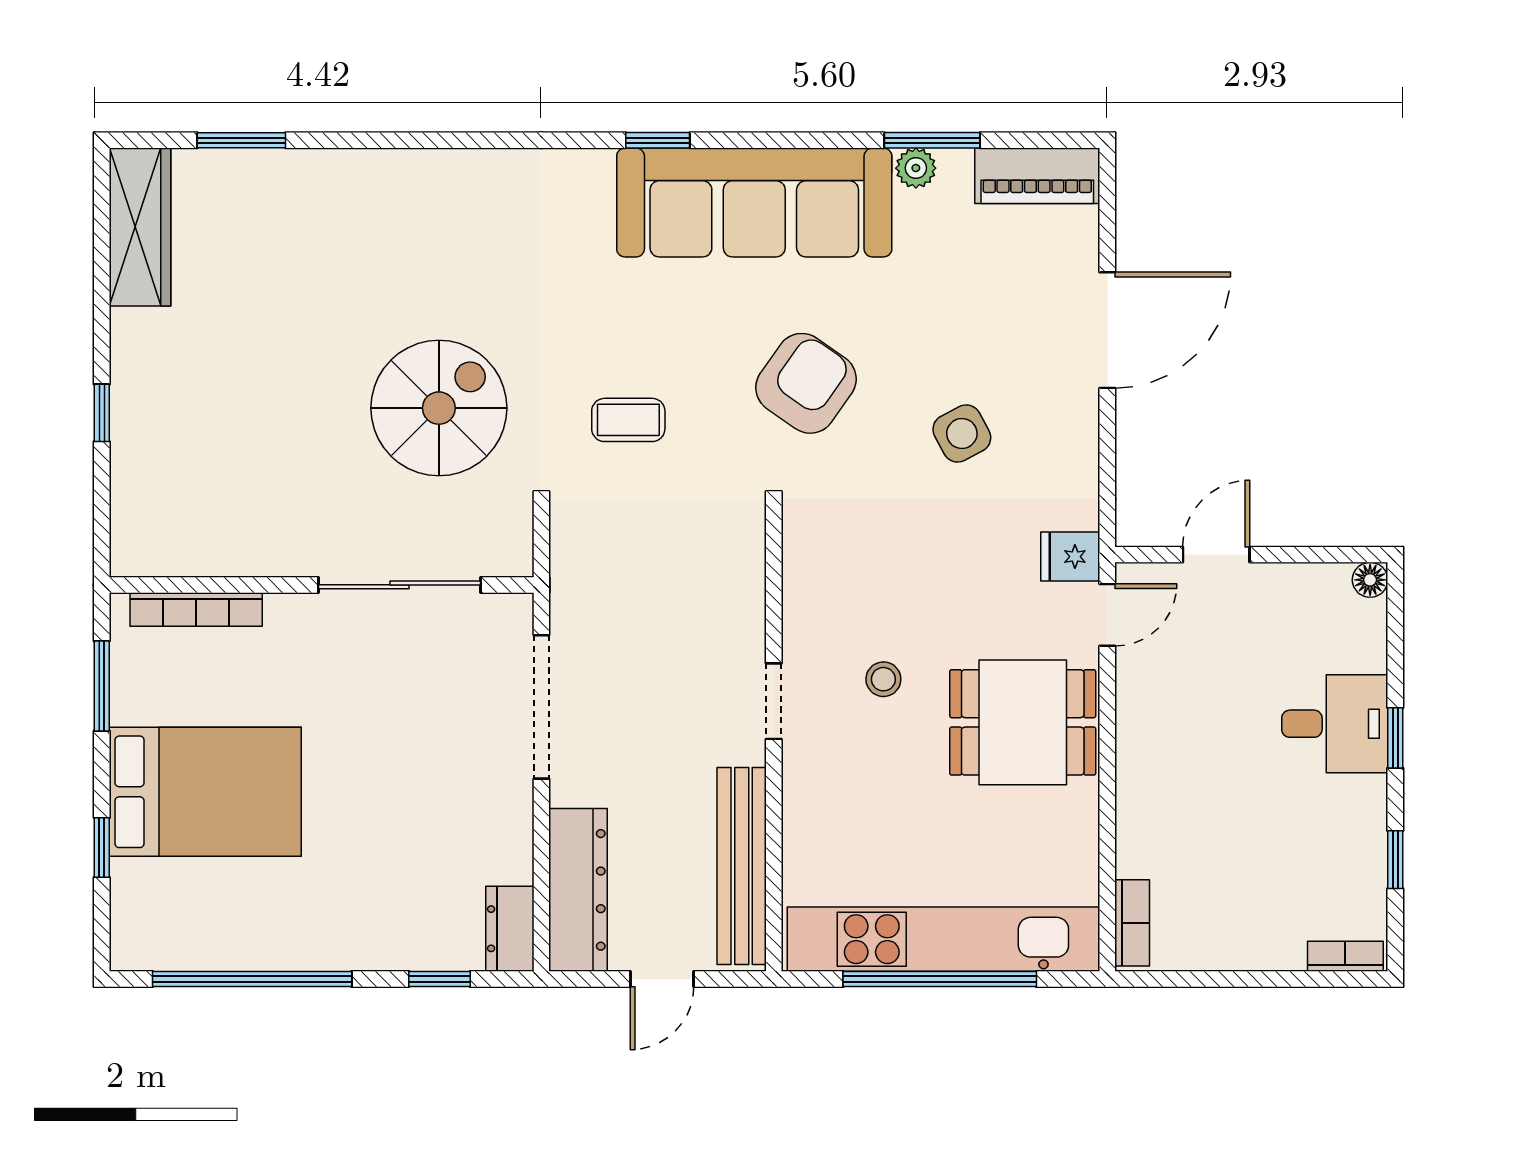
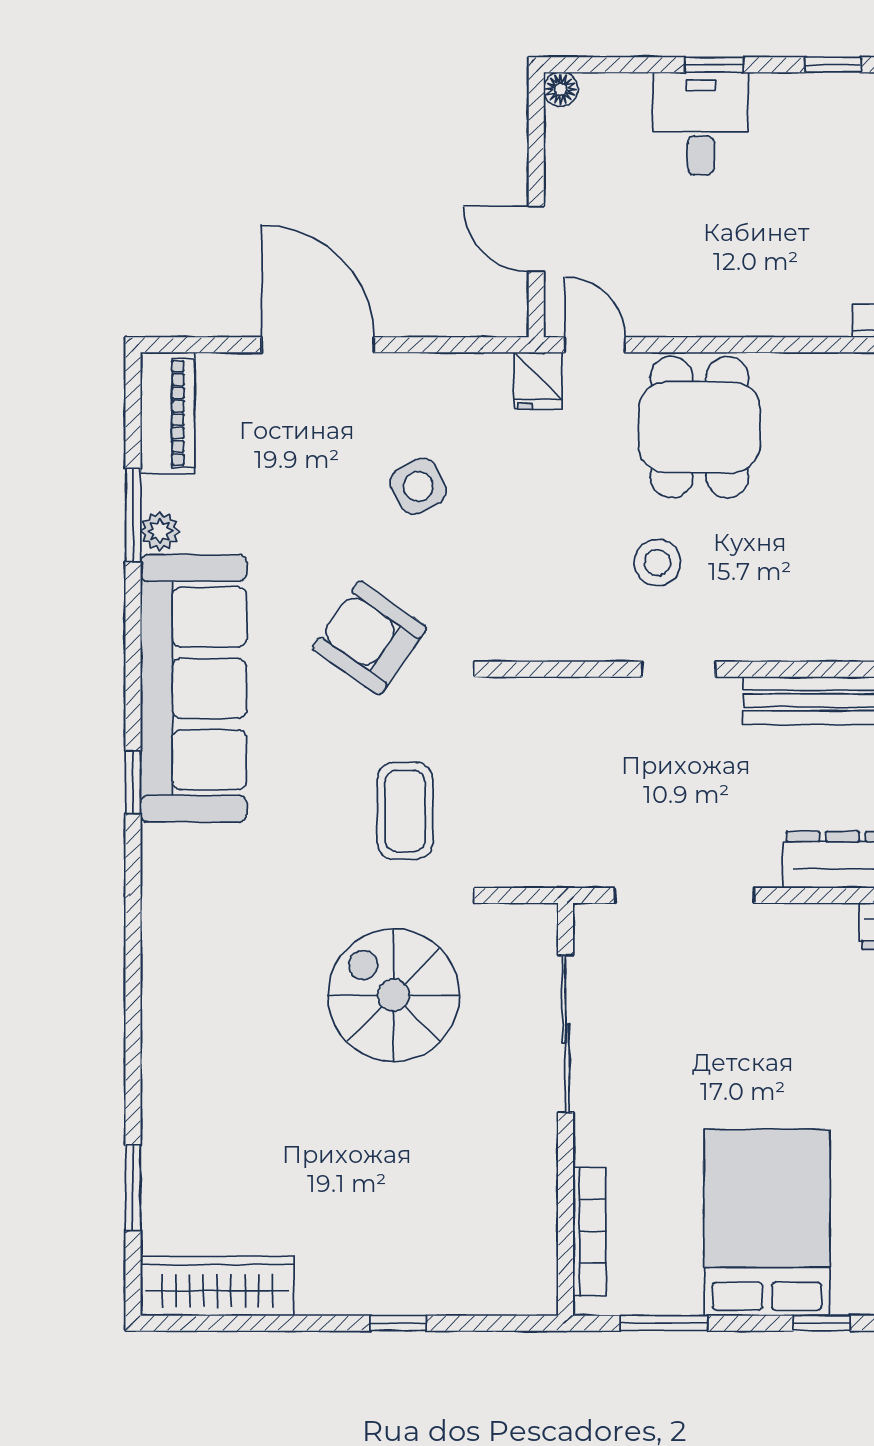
coffee table: (628, 420) -> (405, 811), width x1.36, depth x1.30
stool: (883, 679) -> (657, 563), width x1.37, depth x1.37

